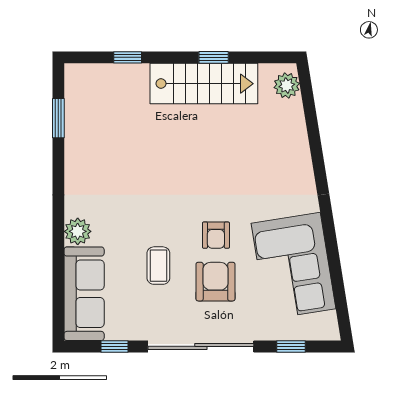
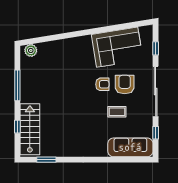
window: (214, 57) -> (17, 85), width x2.17
stairs: (204, 84) -> (30, 129), moved
plant: (78, 231) -> (101, 150), removed
armchair: (215, 282) -> (125, 85), turned 90

